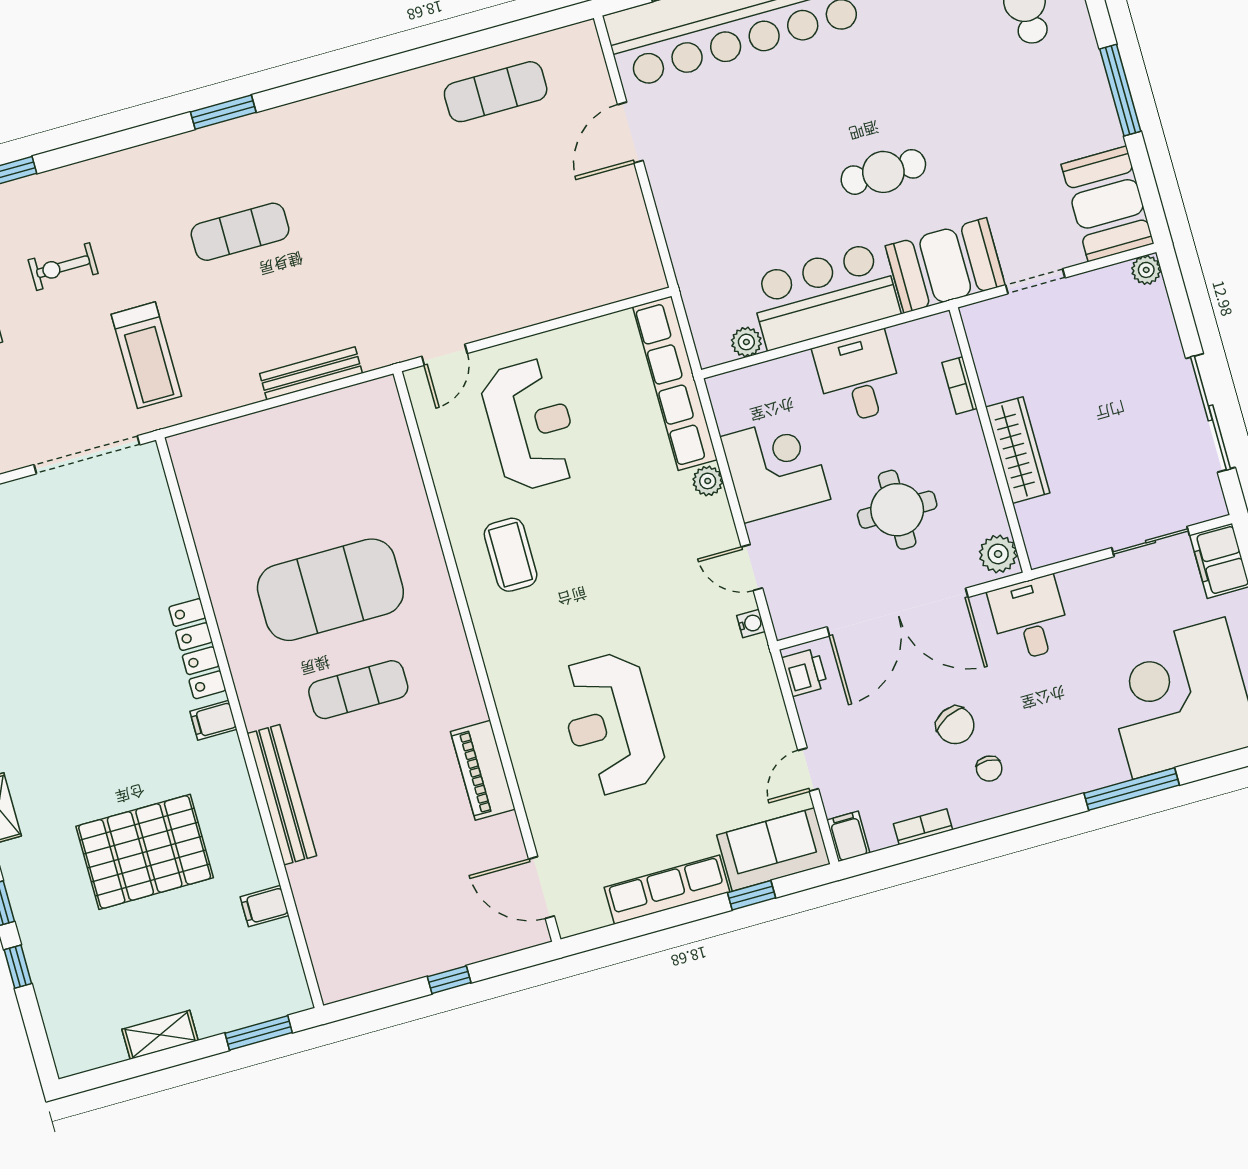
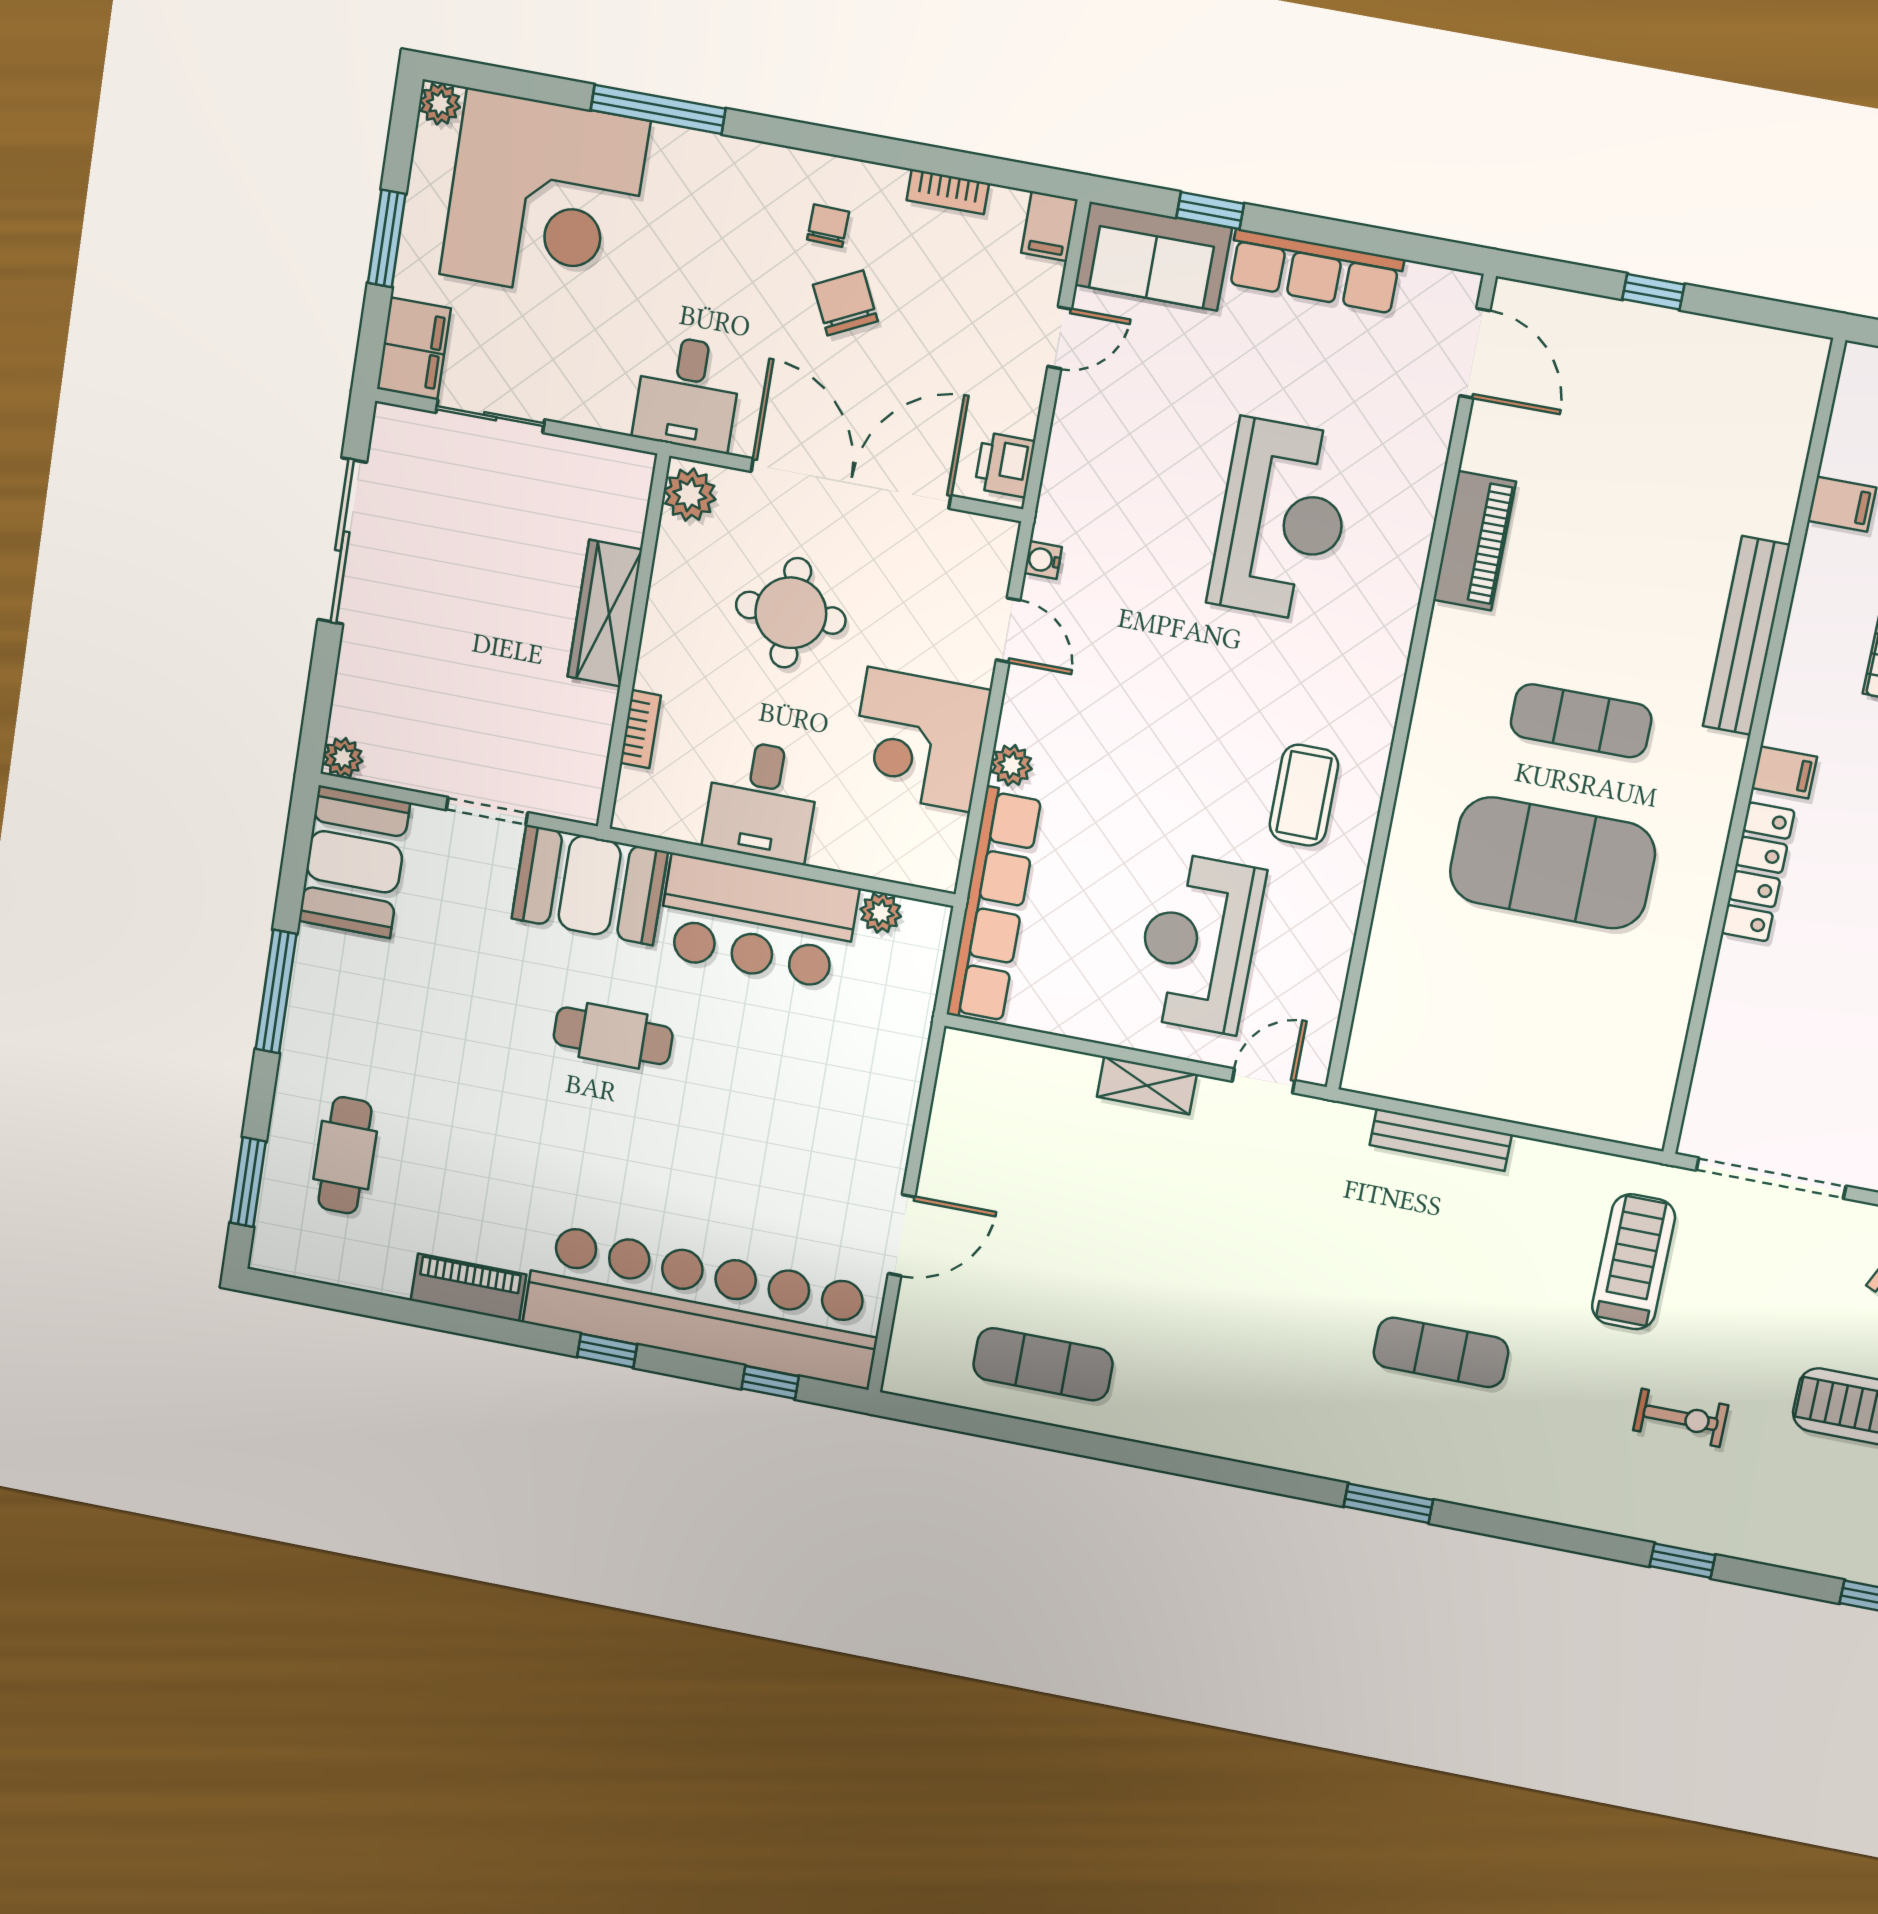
shelving: (519, 314) -> (1147, 1085), added

